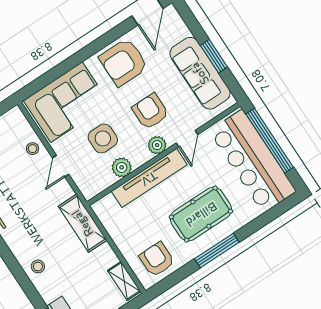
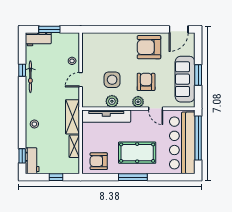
corner sofa: (67, 102) -> (106, 48), removed
door: (187, 139) -> (156, 109), hinge flipped
tv unit: (149, 178) -> (106, 116), moved
armchair: (157, 259) -> (99, 161), turned -90
shelving: (124, 281) -> (74, 146), moved

